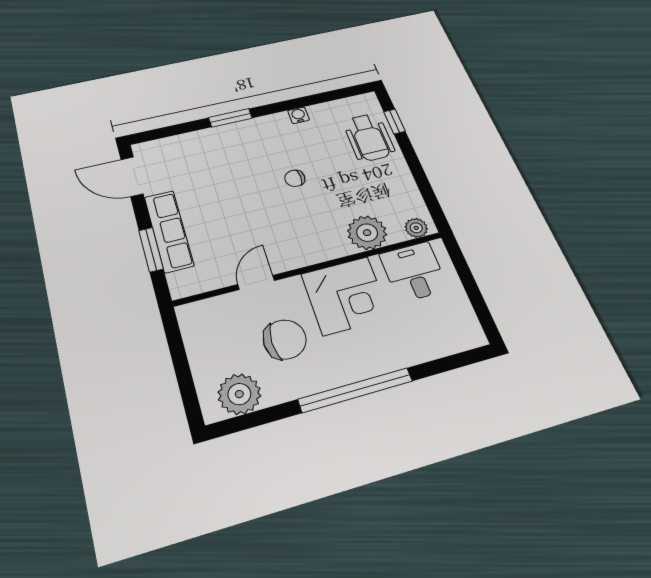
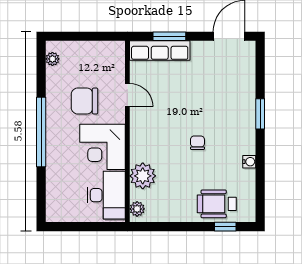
row of seats: (169, 231) -> (160, 50), moved
desk: (414, 272) -> (106, 195), width x1.37
chair: (285, 339) -> (85, 101), turned 90
plant: (239, 394) -> (52, 59), width x0.53, depth x0.53

